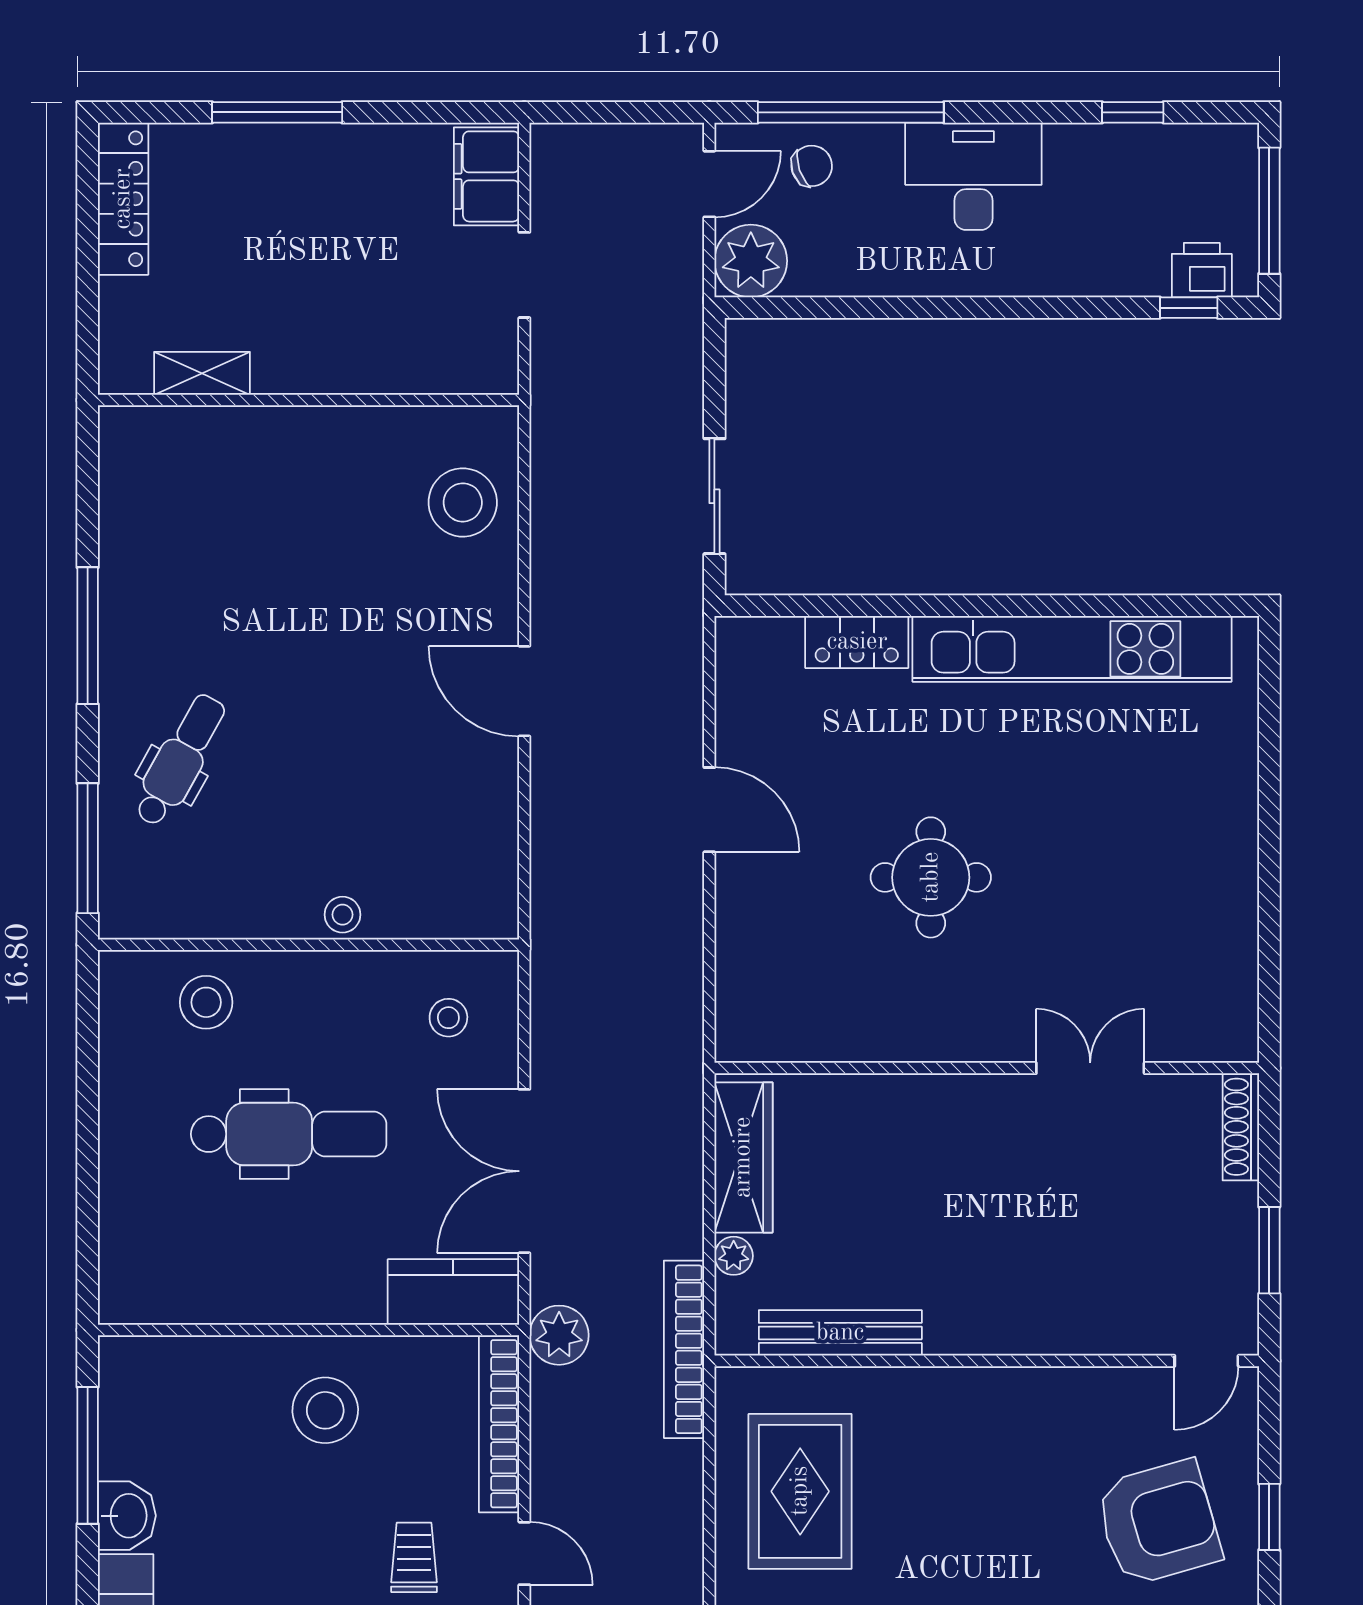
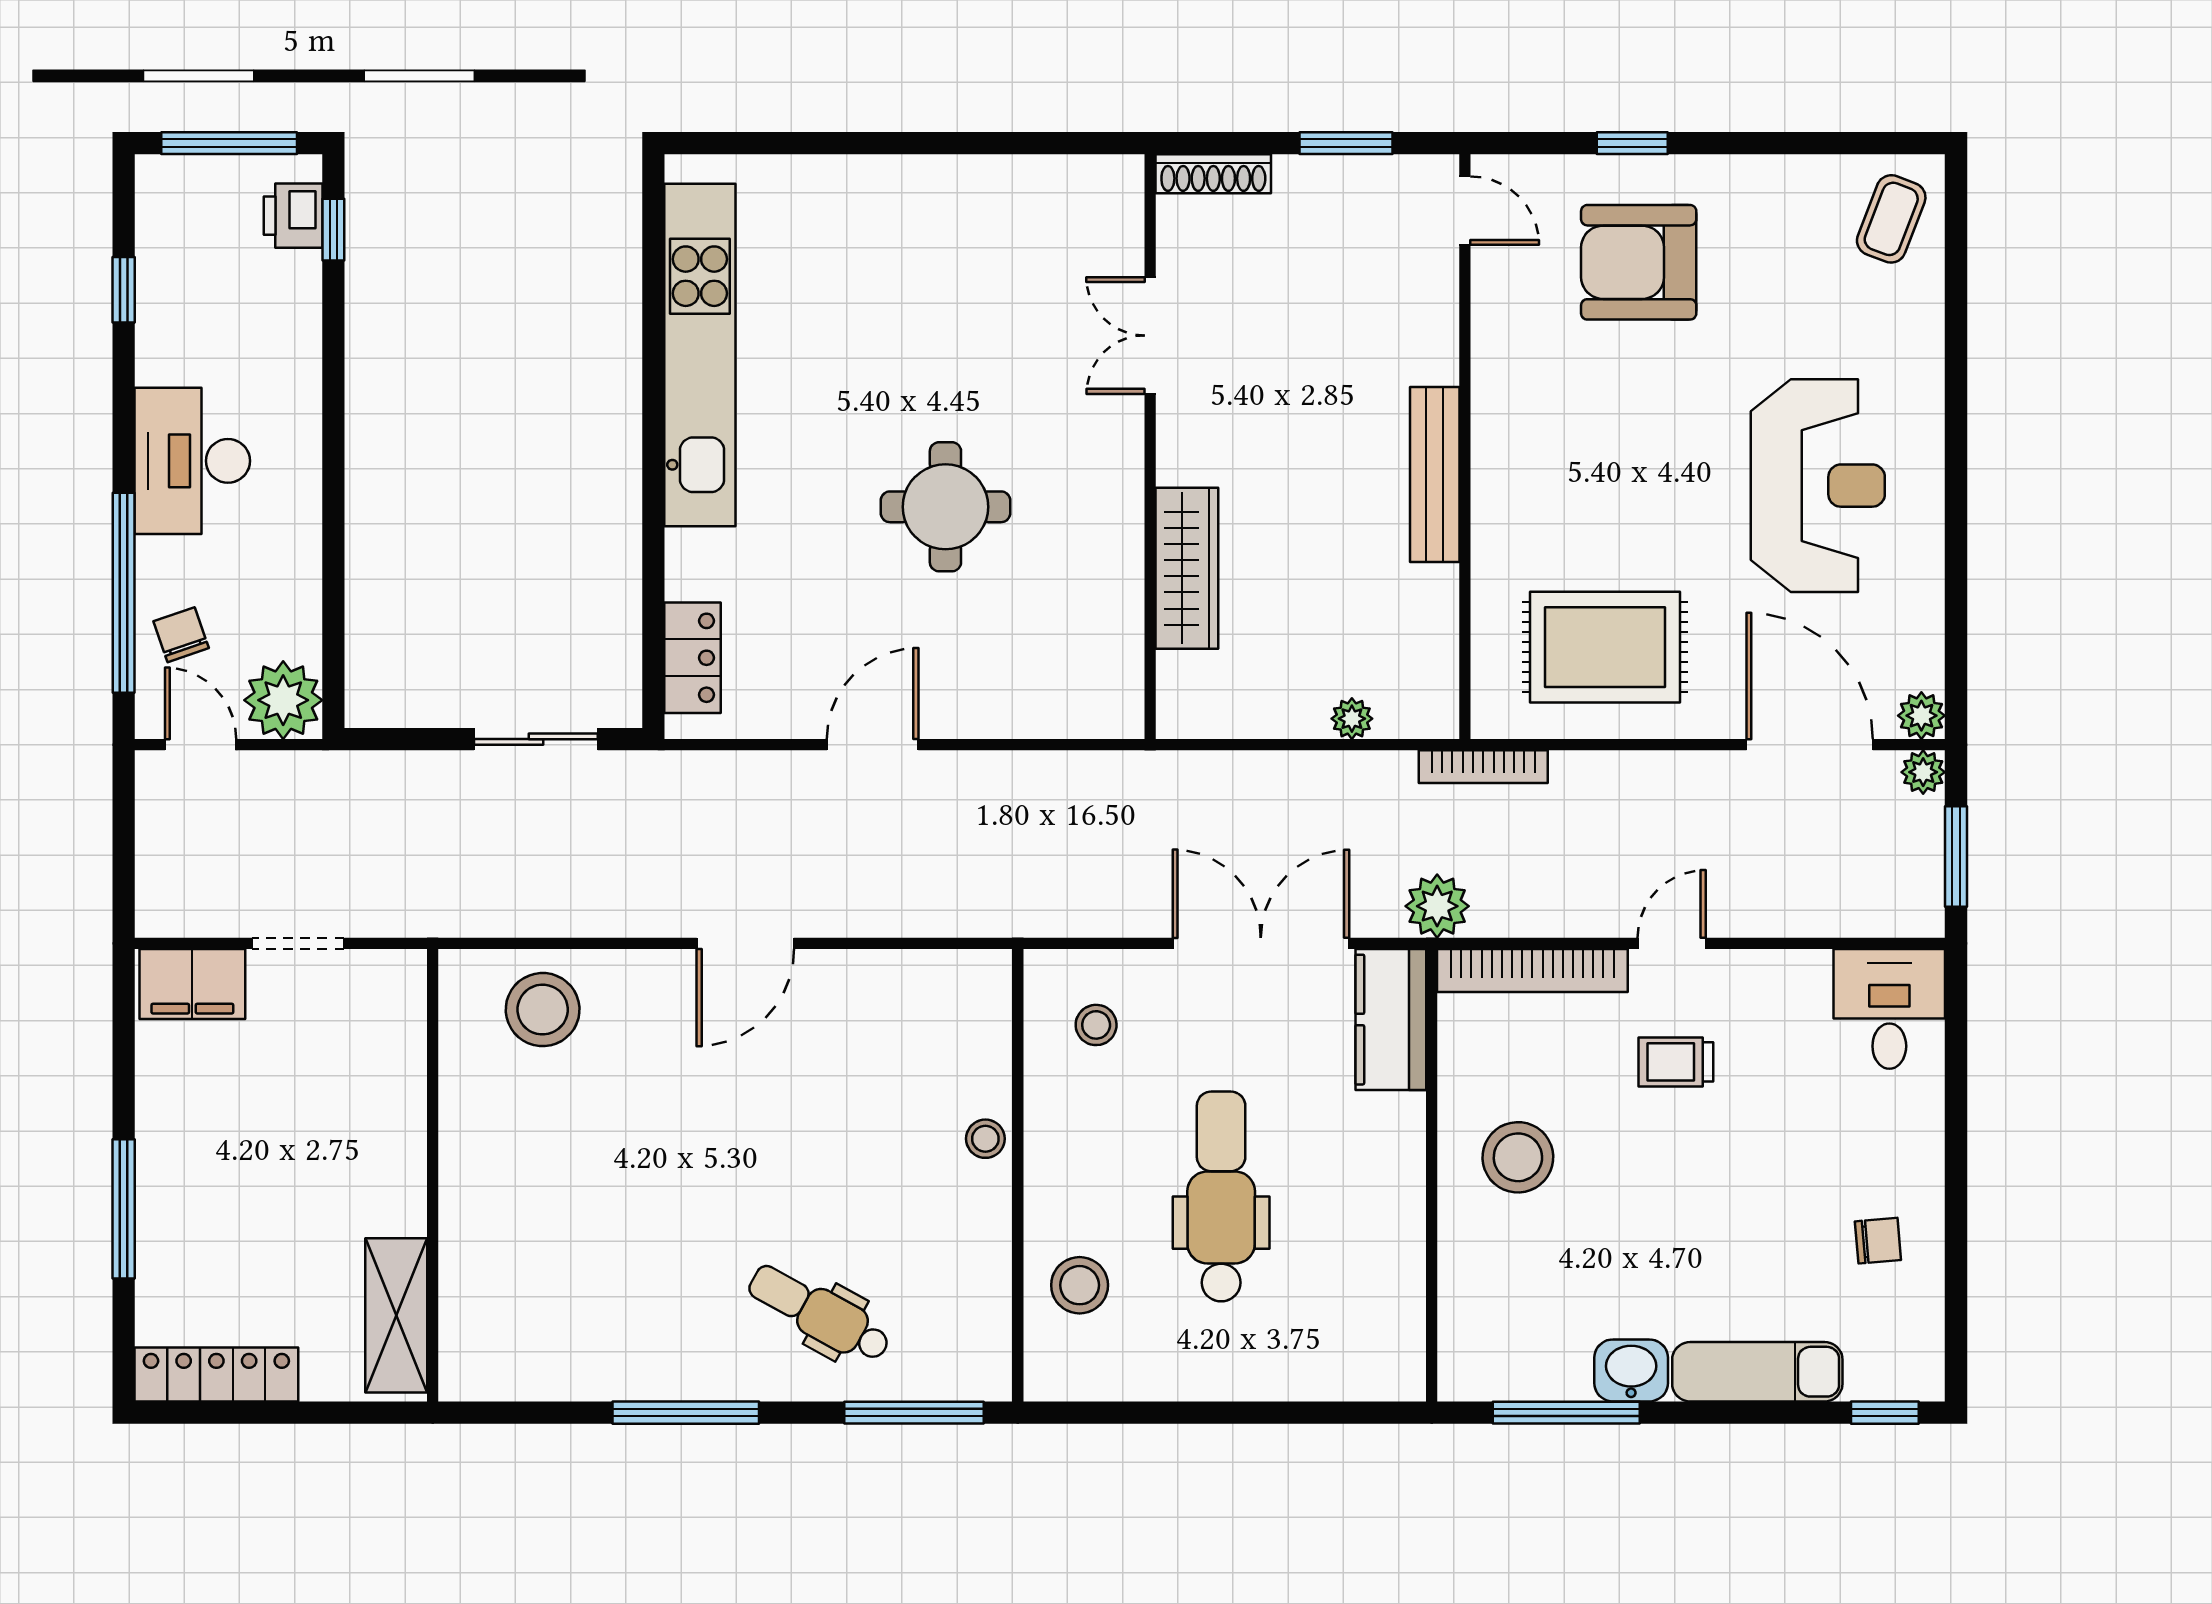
shelving: (202, 373) -> (396, 1315), width x1.50, depth x1.33
locker: (857, 642) -> (692, 658), moved
wardrobe: (743, 1157) -> (1187, 568), moved, turned 90
double door: (524, 1171) -> (1261, 943), swing flipped
bench: (840, 1333) -> (1435, 474), moved
bookcase: (684, 1349) -> (1483, 767), width x0.68, depth x0.76
armchair: (1158, 1523) -> (1639, 262), turned -74

